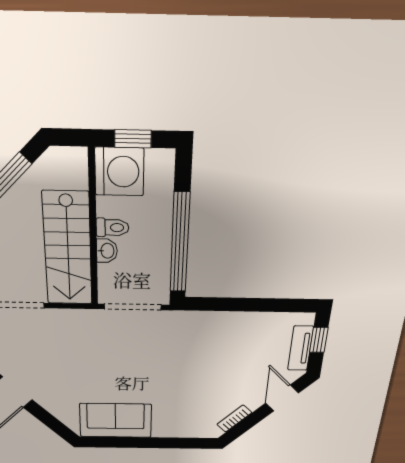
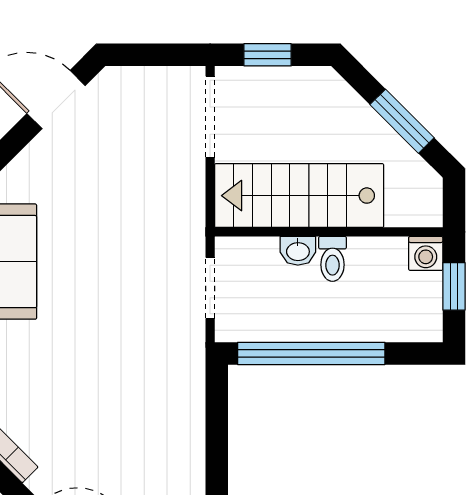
washing machine: (119, 172) -> (426, 253), width x0.53, depth x0.53
doorway: (133, 307) -> (210, 288), width x0.73

